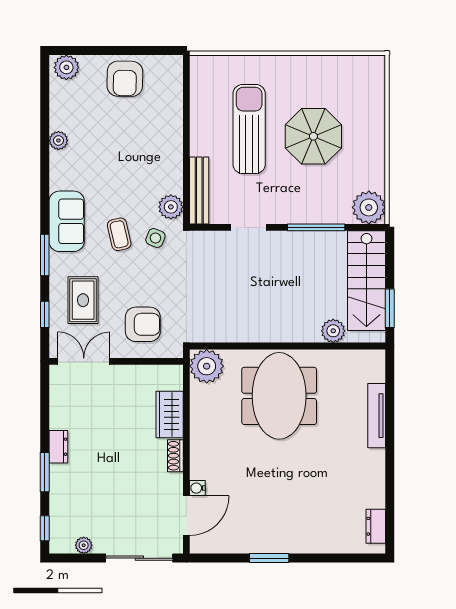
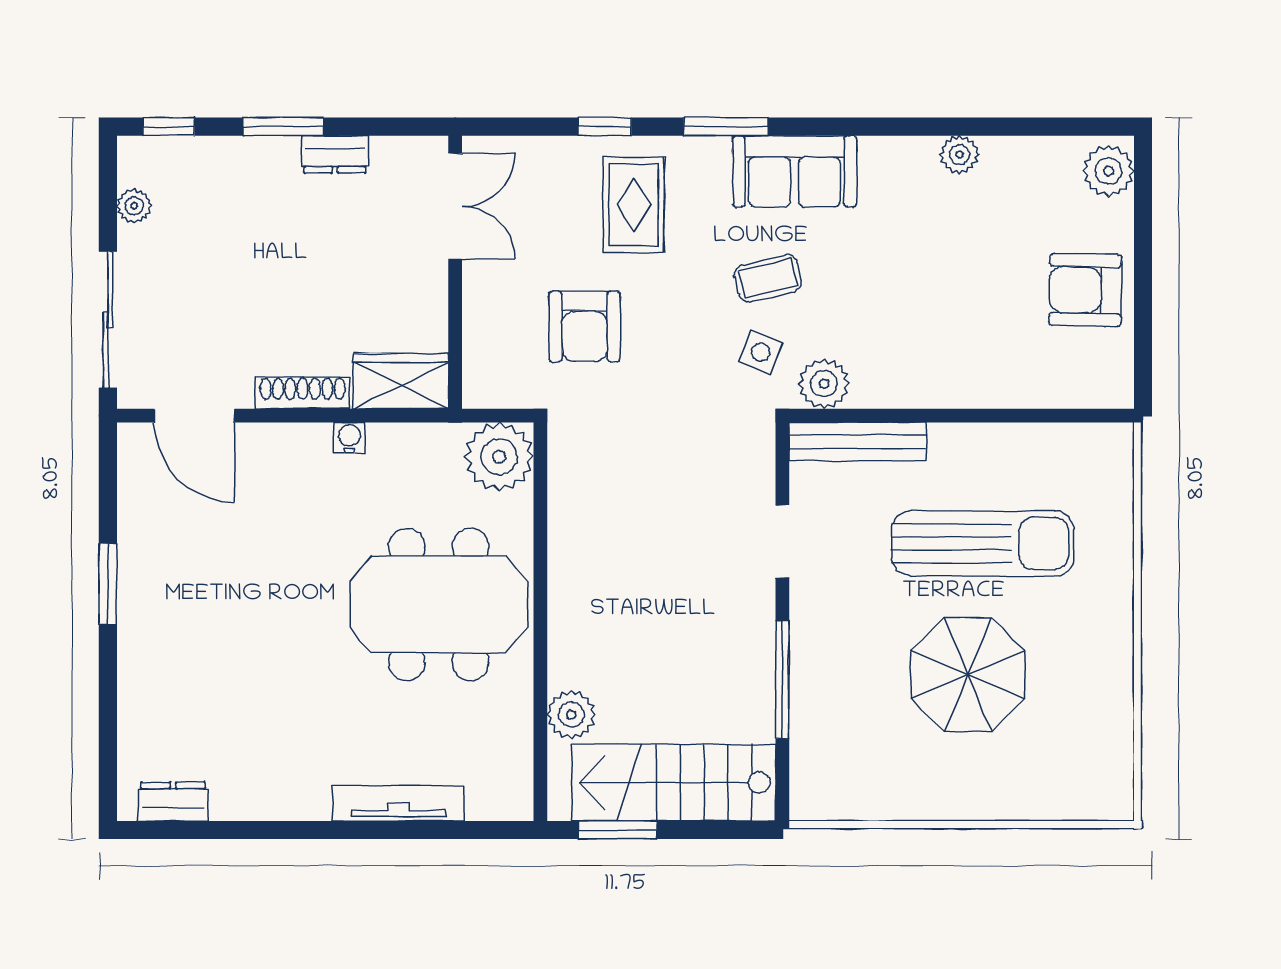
plant: (369, 207) -> (823, 787), removed
rug: (83, 300) -> (634, 205), turned 90
double door: (84, 361) -> (455, 206), moved
wall: (116, 361) -> (455, 272), moved
shoe rack: (175, 456) -> (303, 393), width x1.43
water cooler: (197, 488) -> (350, 438), moved

